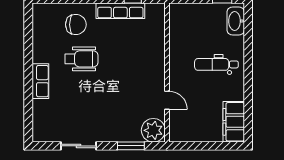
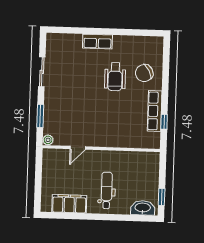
chair: (76, 25) -> (144, 73), turned 61
filing cabinet: (234, 122) -> (69, 204), moved
plant: (153, 130) -> (48, 140), width x0.53, depth x0.53

